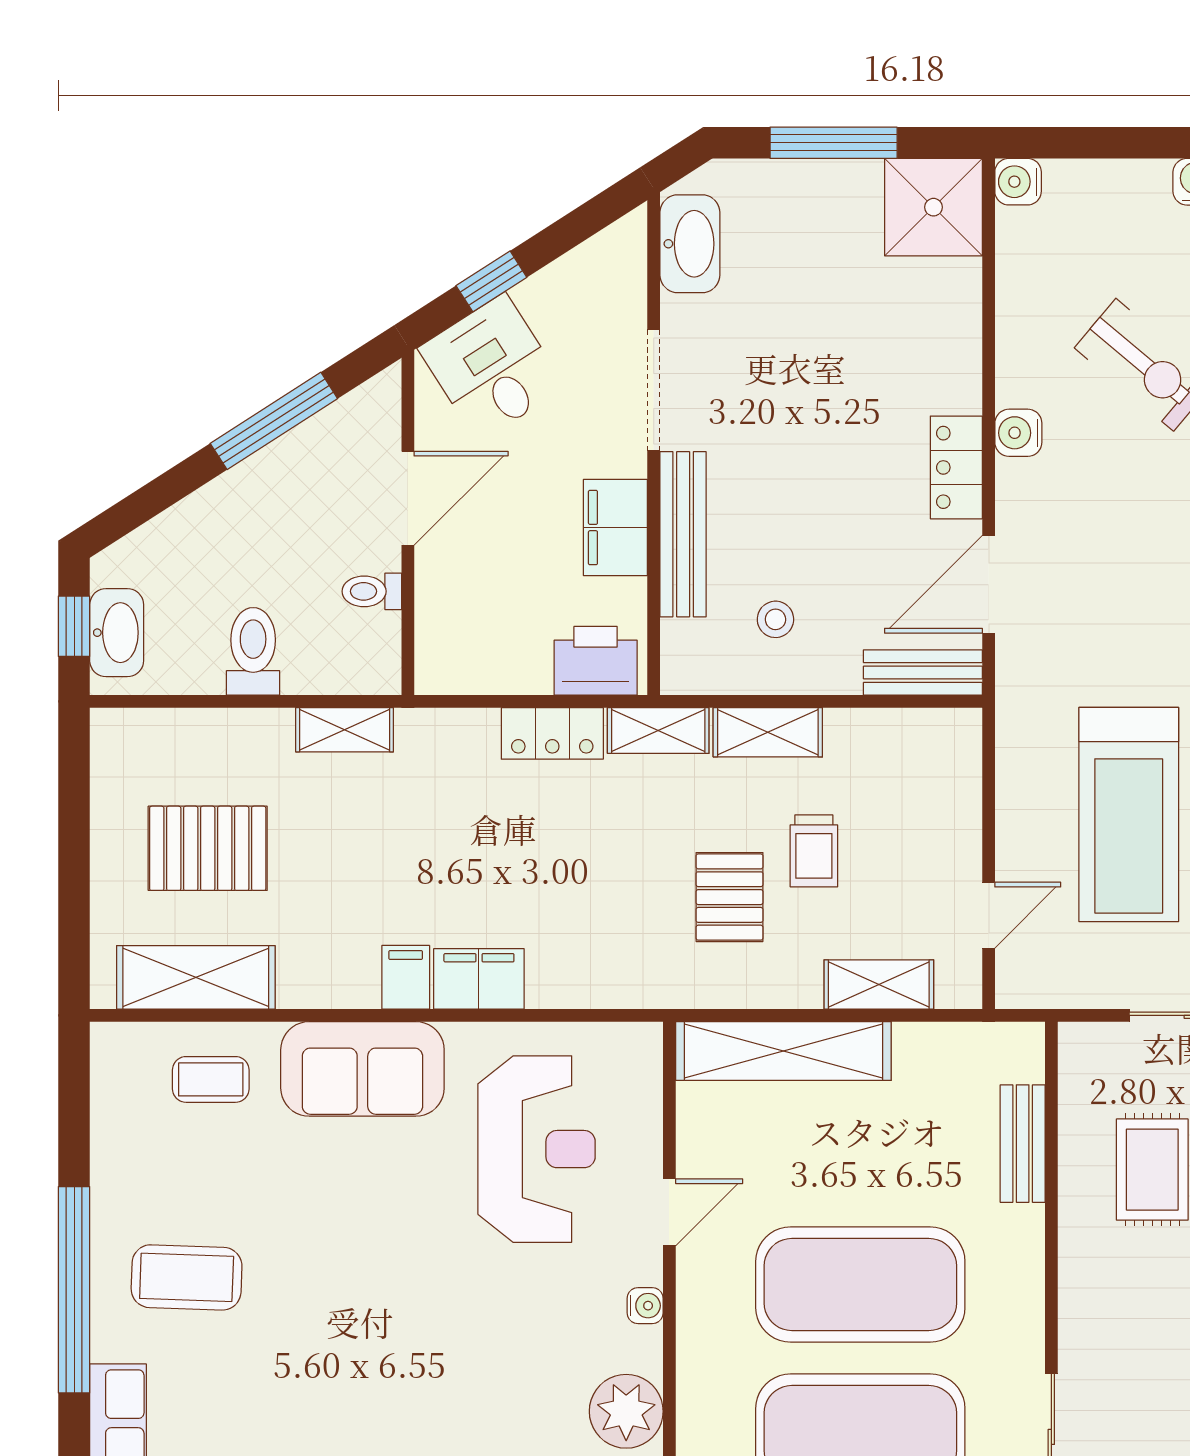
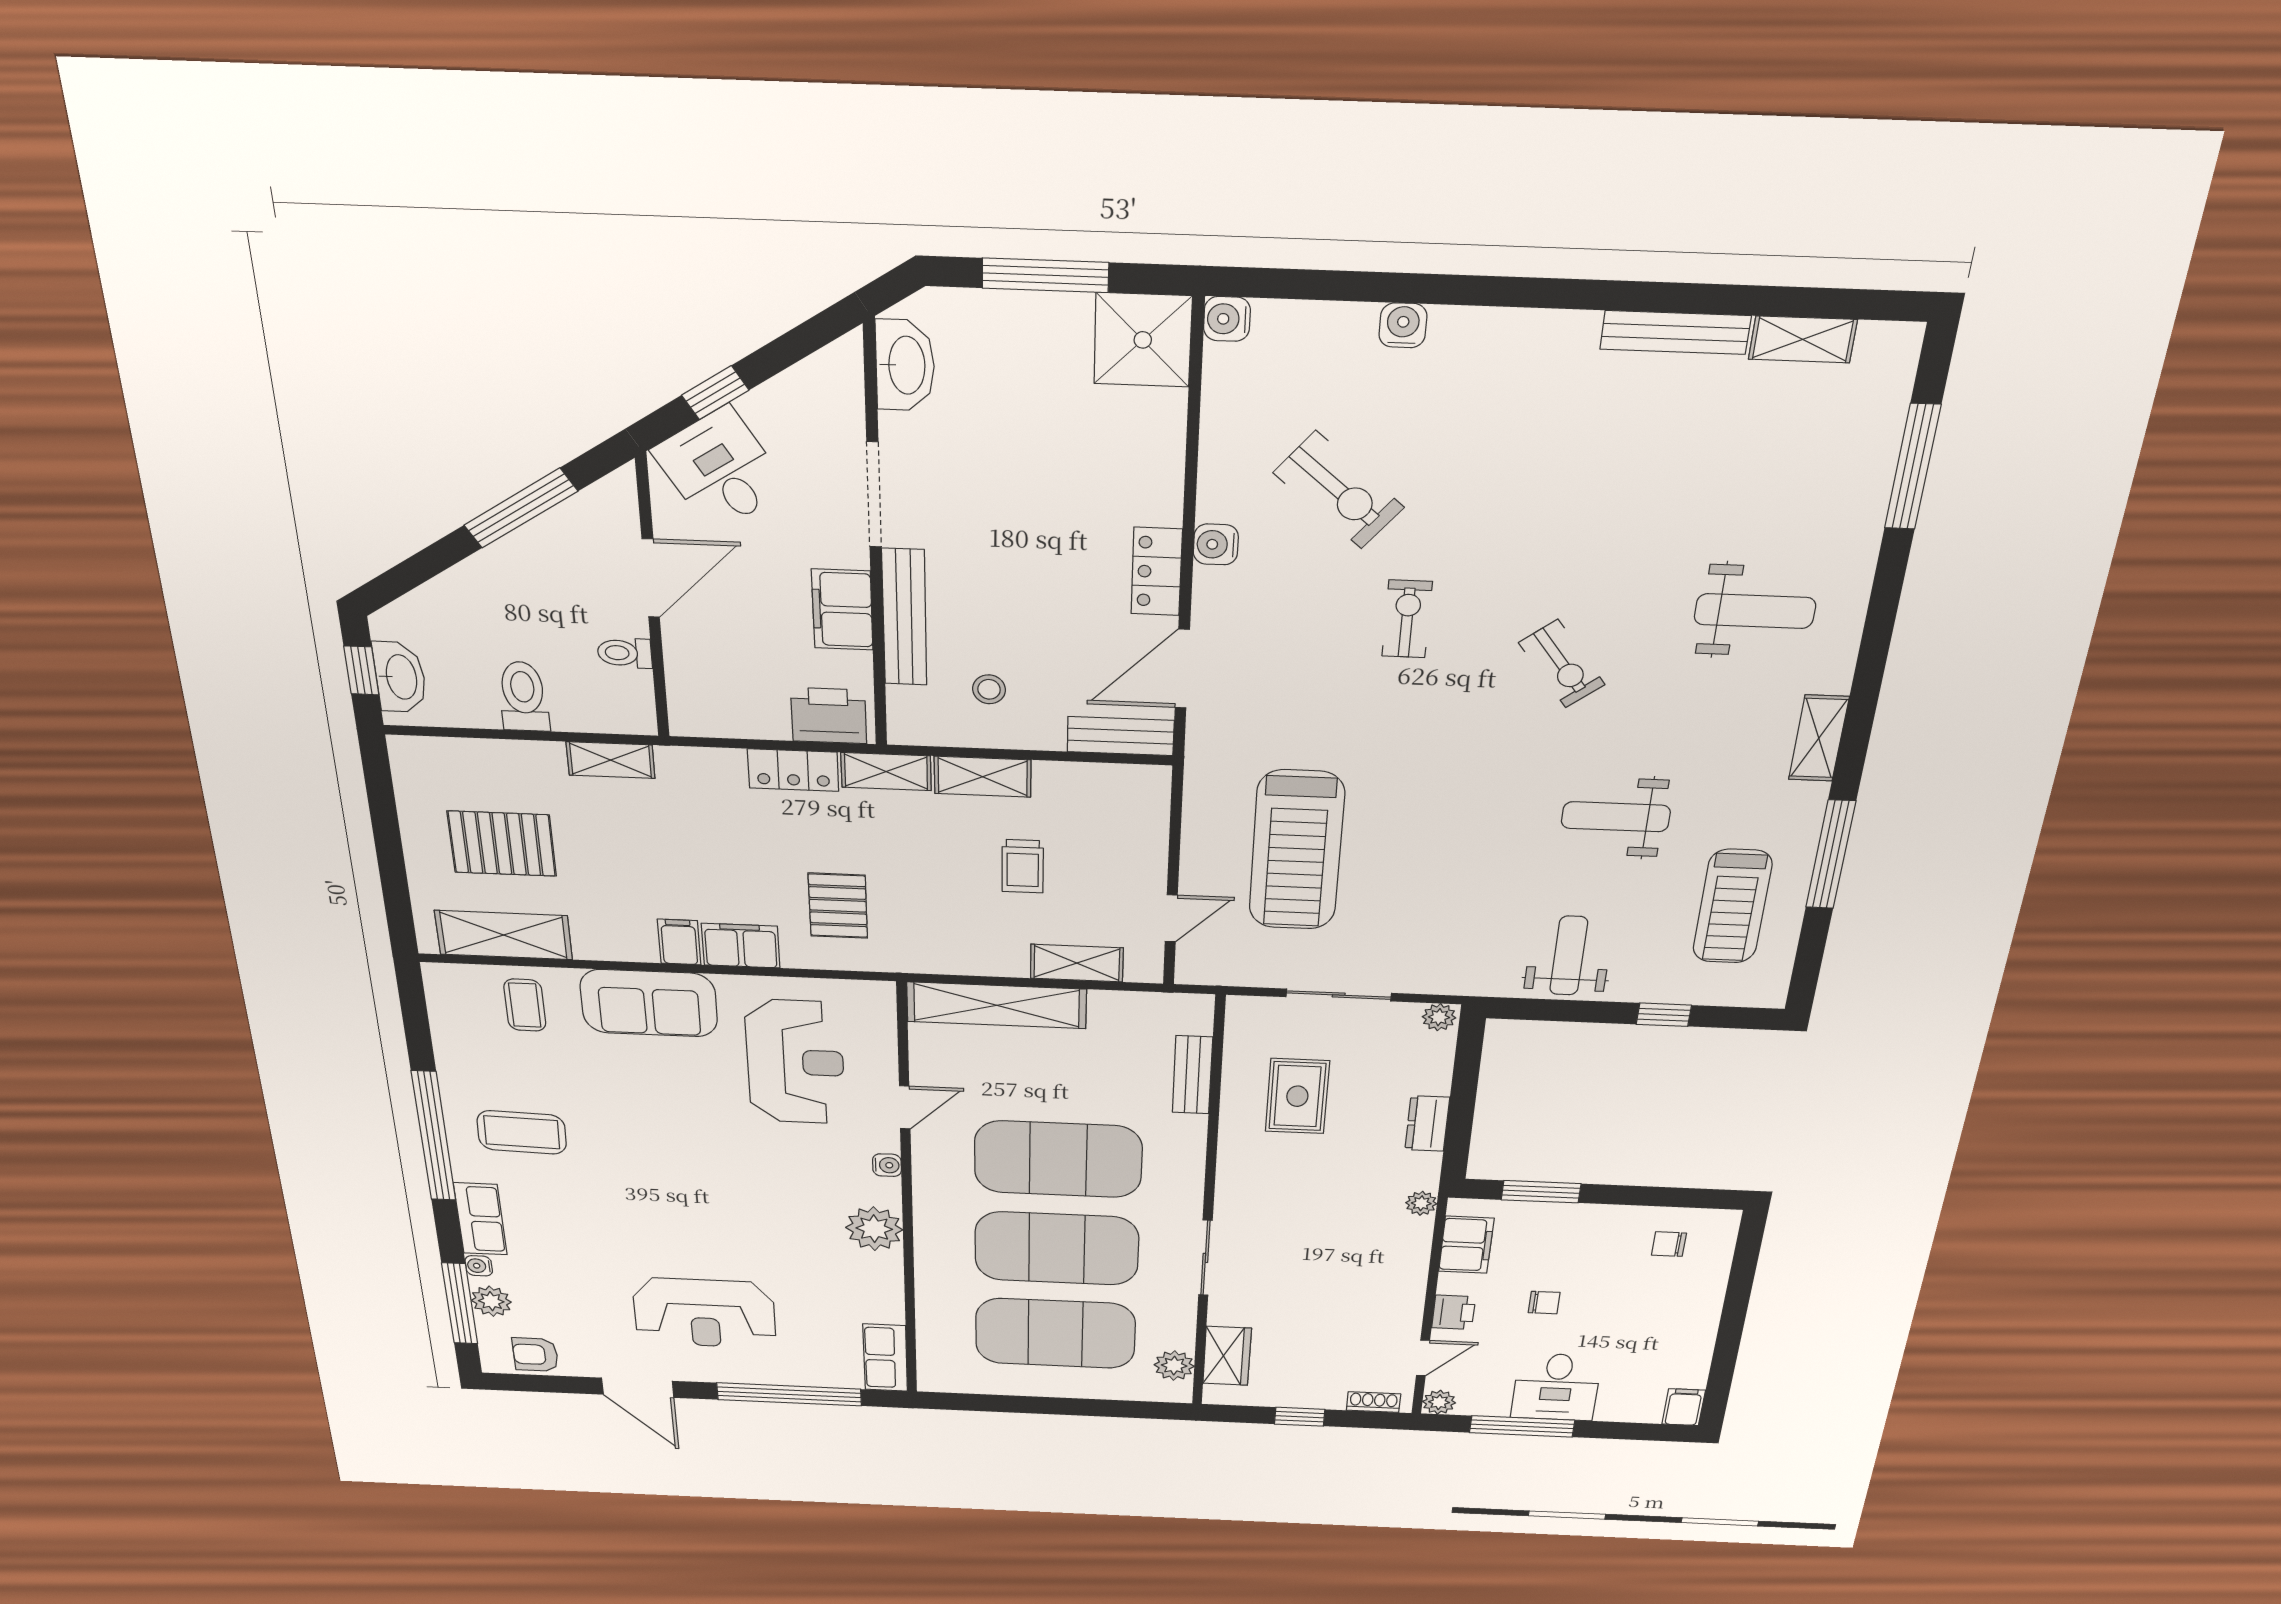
pallet: (730, 897) -> (838, 906), moved
coffee table: (211, 1079) -> (525, 1005), turned 90

